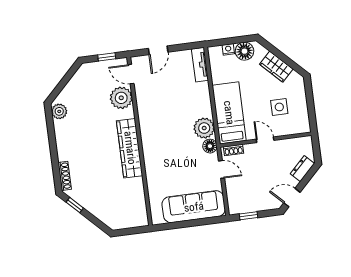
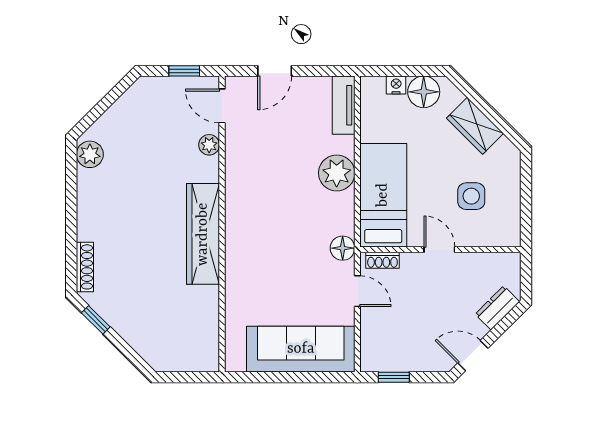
plant: (121, 98) -> (209, 145), width x0.53, depth x0.53
plant: (204, 128) -> (337, 173), moved

